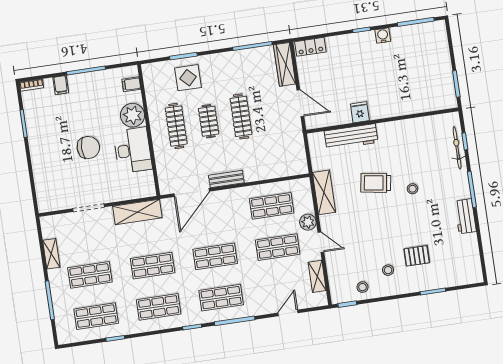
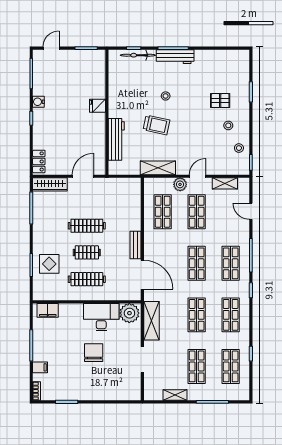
door: (450, 41) -> (51, 48), added
filing cabinet: (131, 84) -> (48, 310), width x2.00
fridge: (360, 112) -> (98, 106), moved
plant: (132, 115) -> (129, 313), moved
trolley: (376, 183) -> (156, 125), turned -87
workbench: (465, 216) -> (175, 57), moved, width x1.38
pallet: (417, 256) -> (220, 101), turned 90

